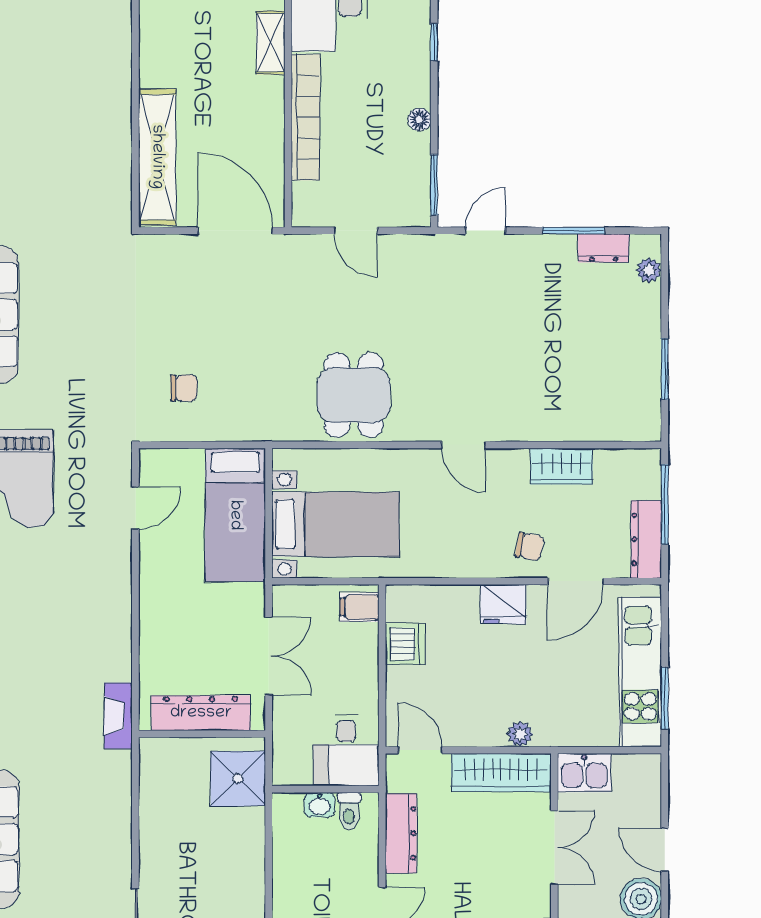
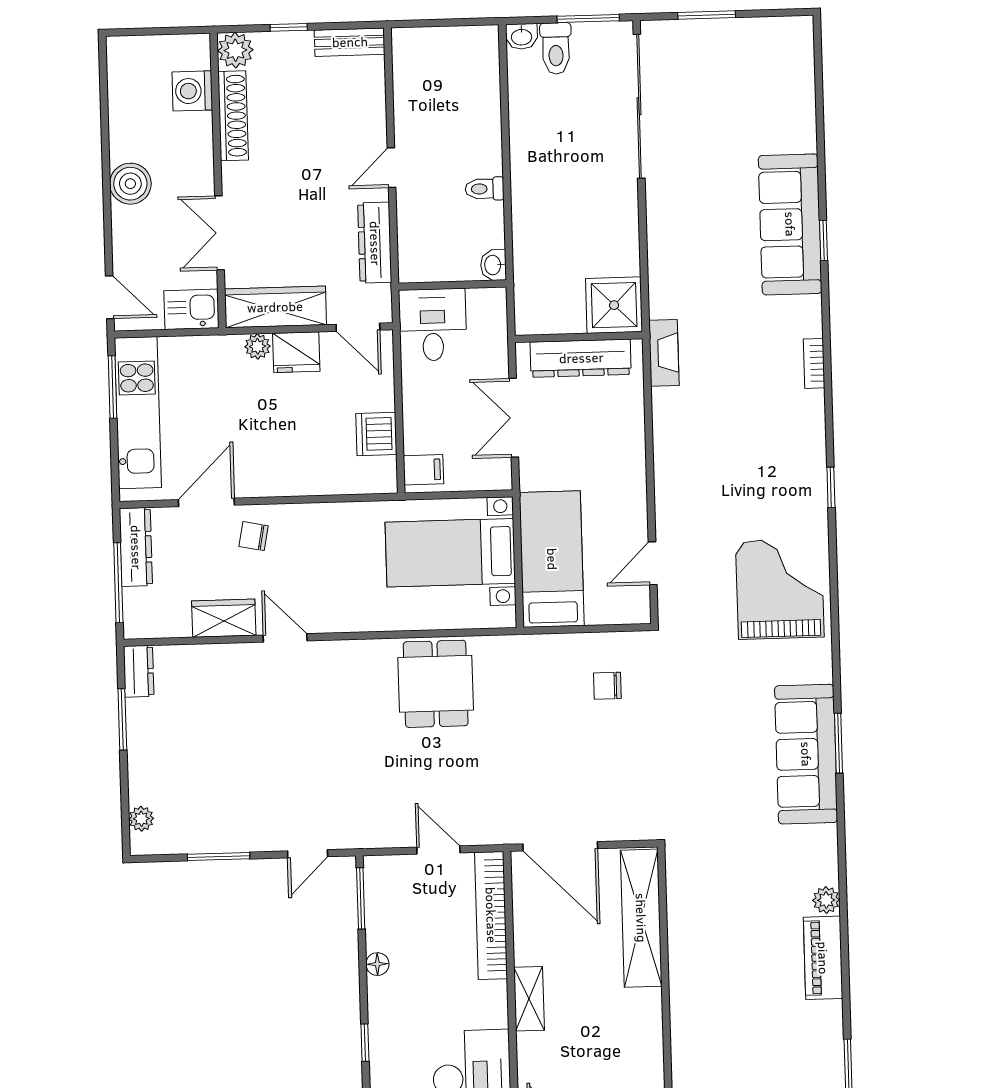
shelving: (271, 43) -> (529, 999), moved
bookcase: (306, 117) -> (491, 915), moved
dresser: (604, 248) -> (139, 671), moved, turned 90
door: (464, 445) -> (285, 638), moved
fridge: (503, 604) -> (296, 352), moved, turned 180
shower: (238, 778) -> (614, 305), moved
washbasin: (320, 805) -> (493, 265), moved, turned -90
toilet: (349, 811) -> (485, 189), moved, turned -90
door: (665, 850) -> (110, 297), moved

